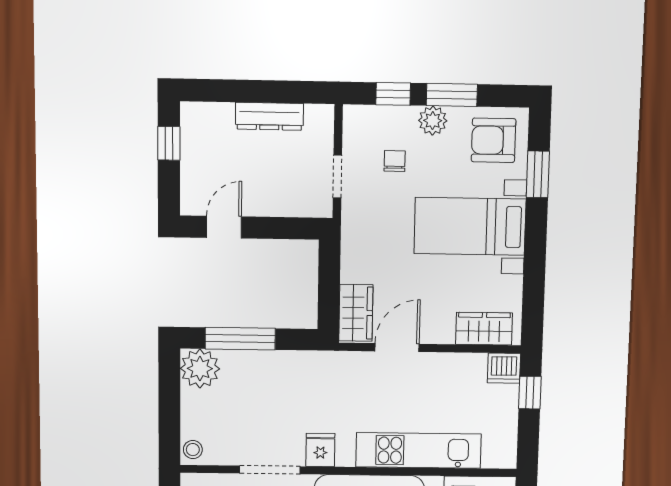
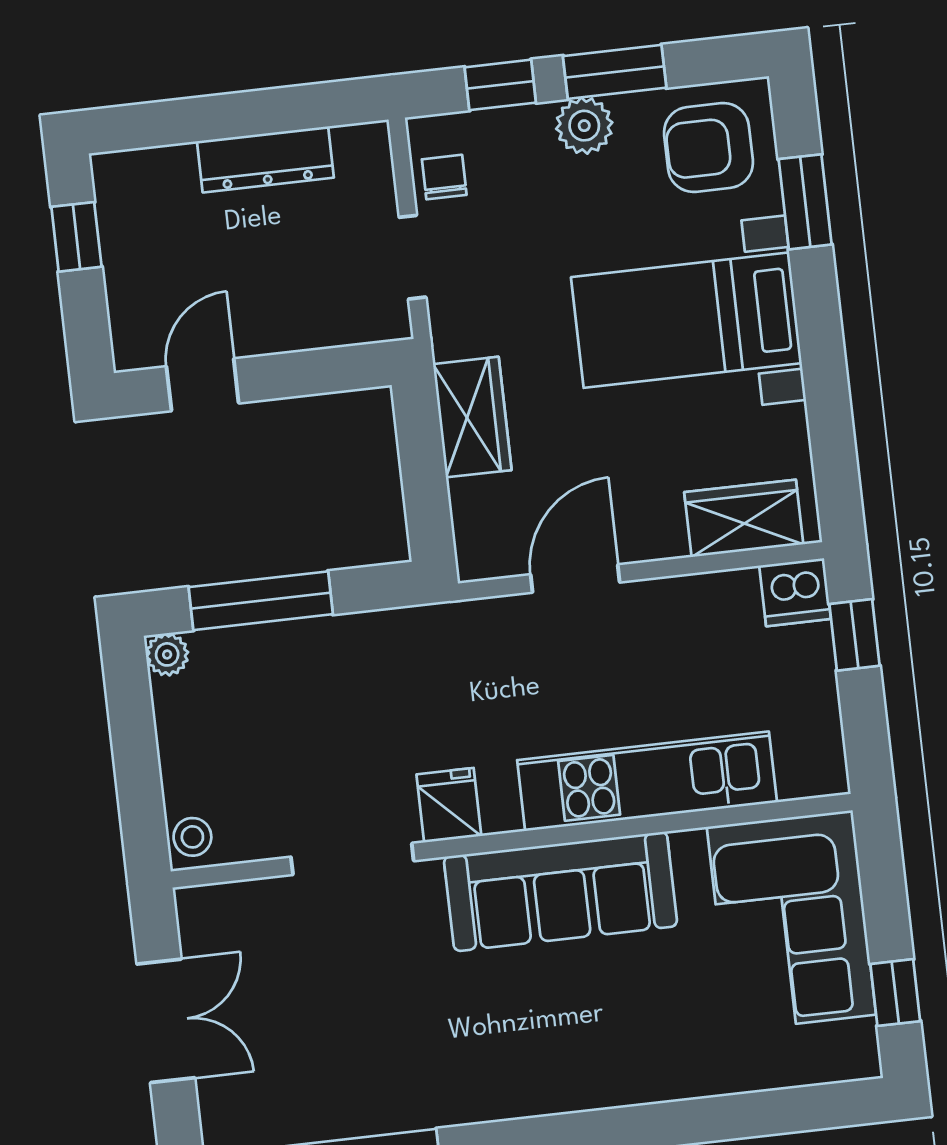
chair: (395, 161) -> (444, 177), moved
wardrobe: (356, 313) -> (472, 417), moved
plant: (200, 369) -> (167, 654), width x0.53, depth x0.53

